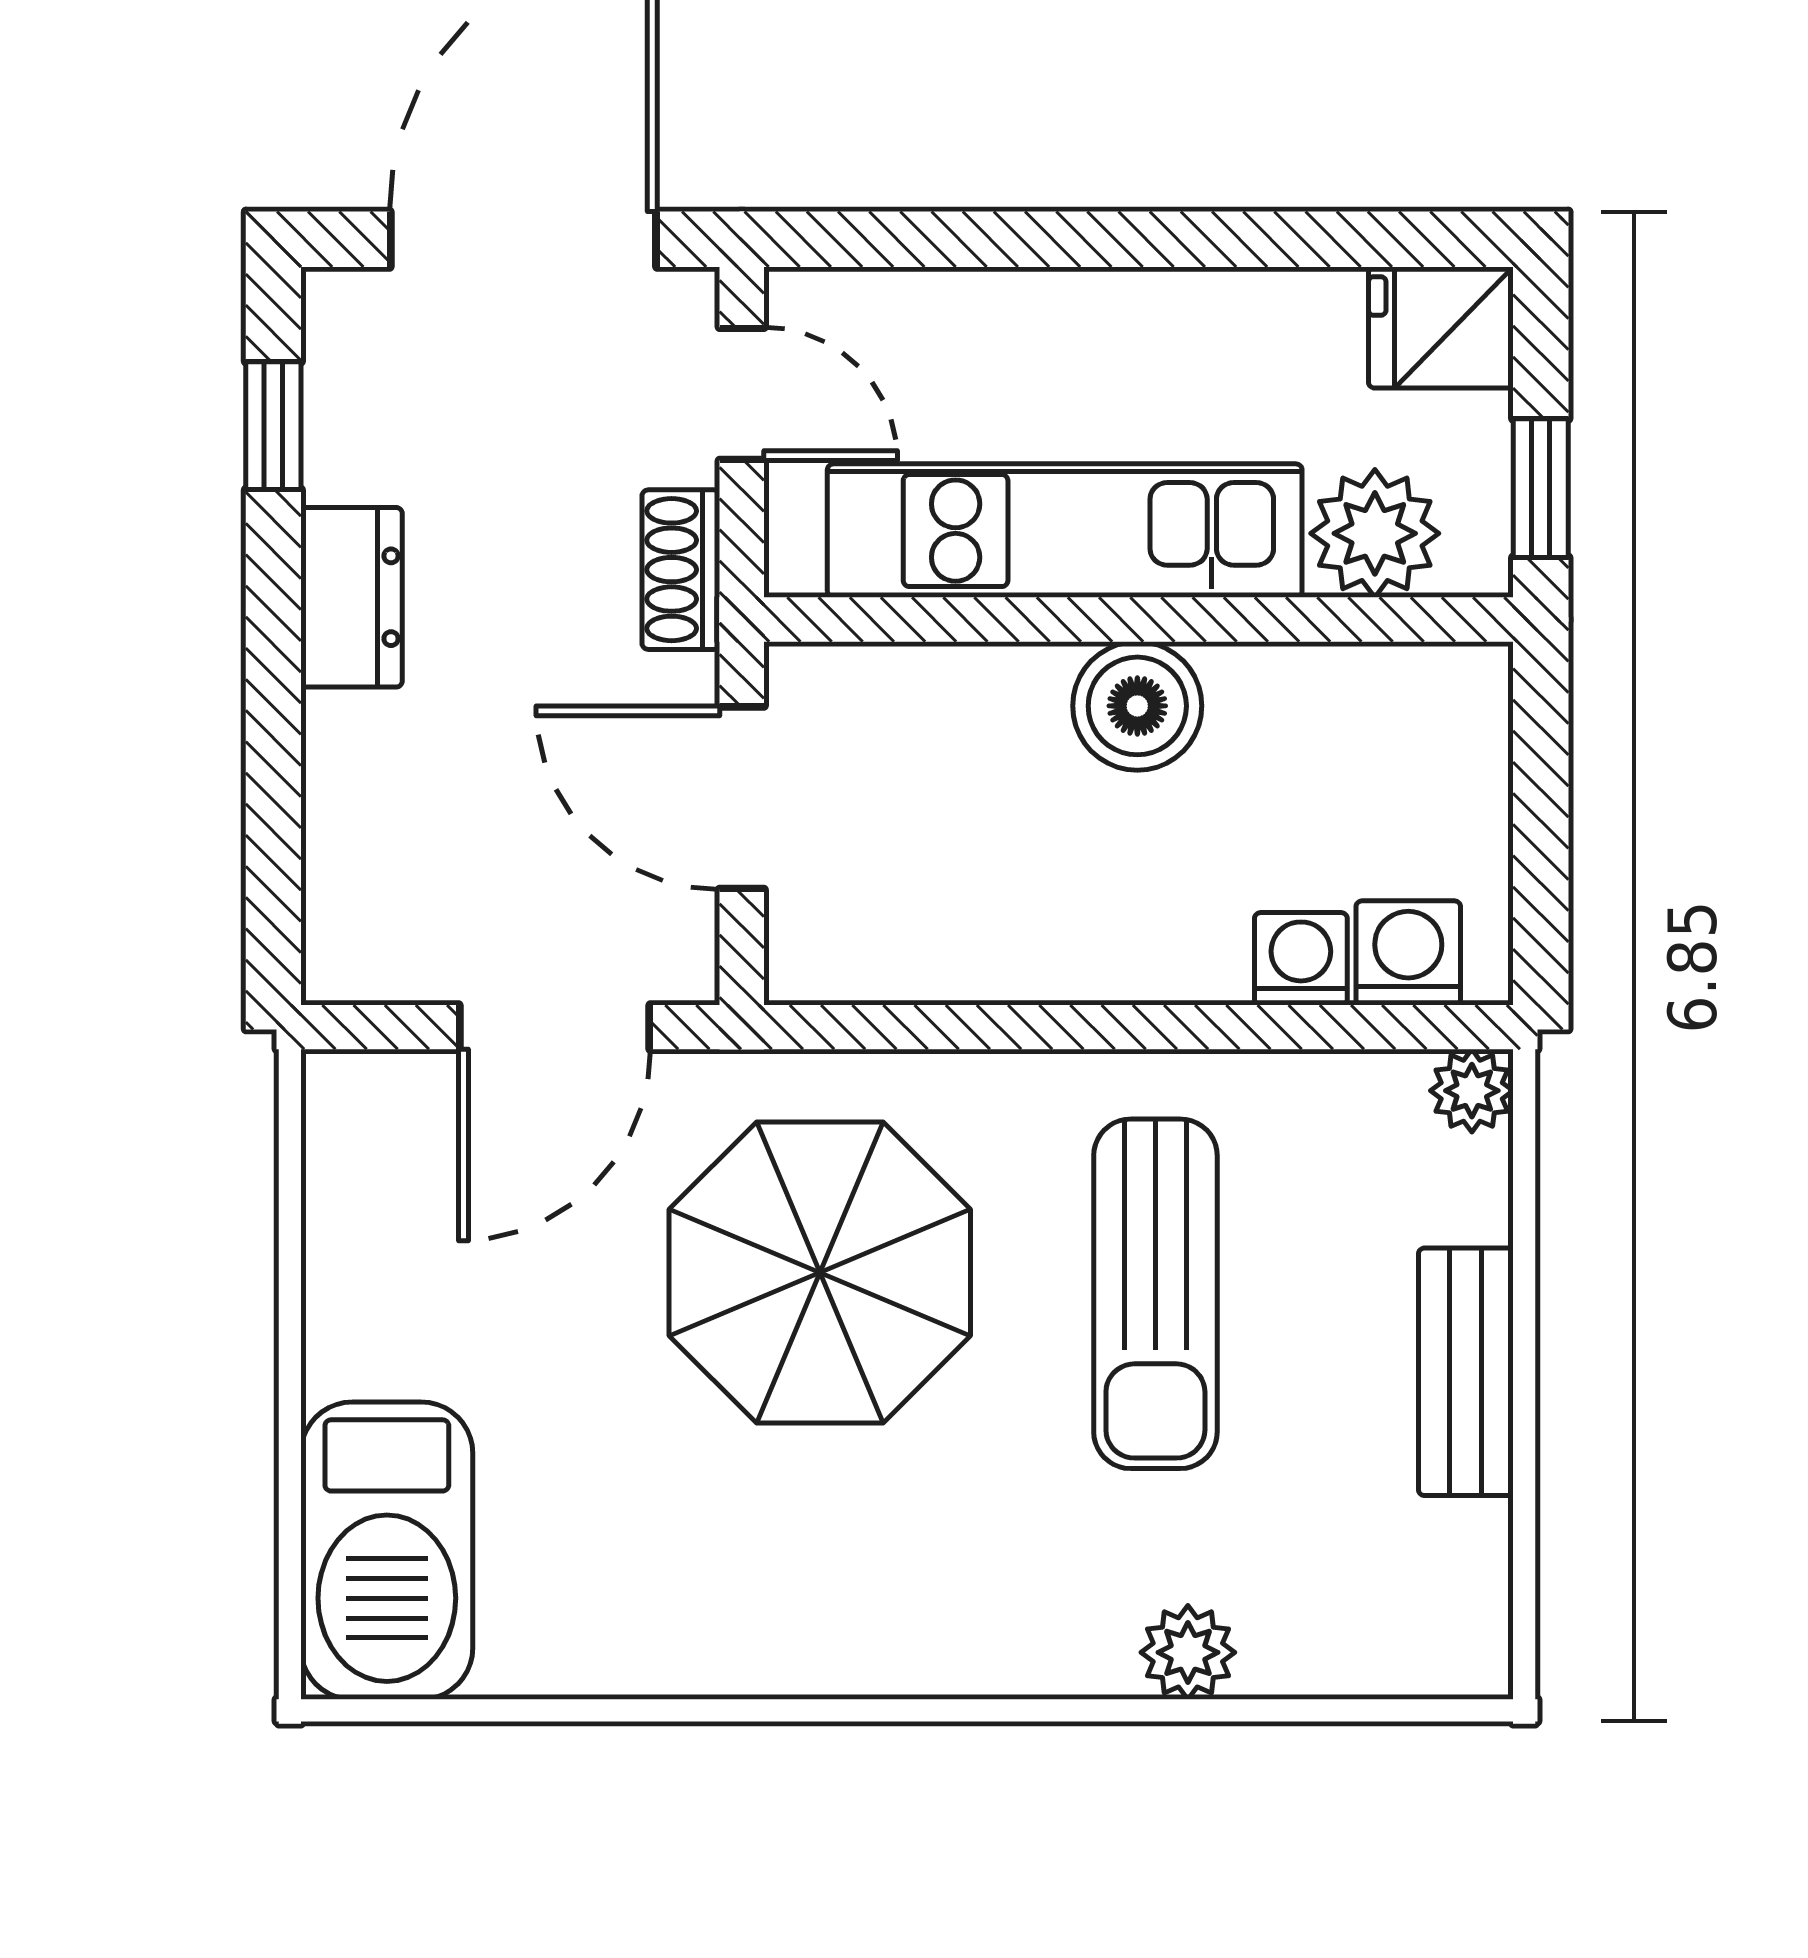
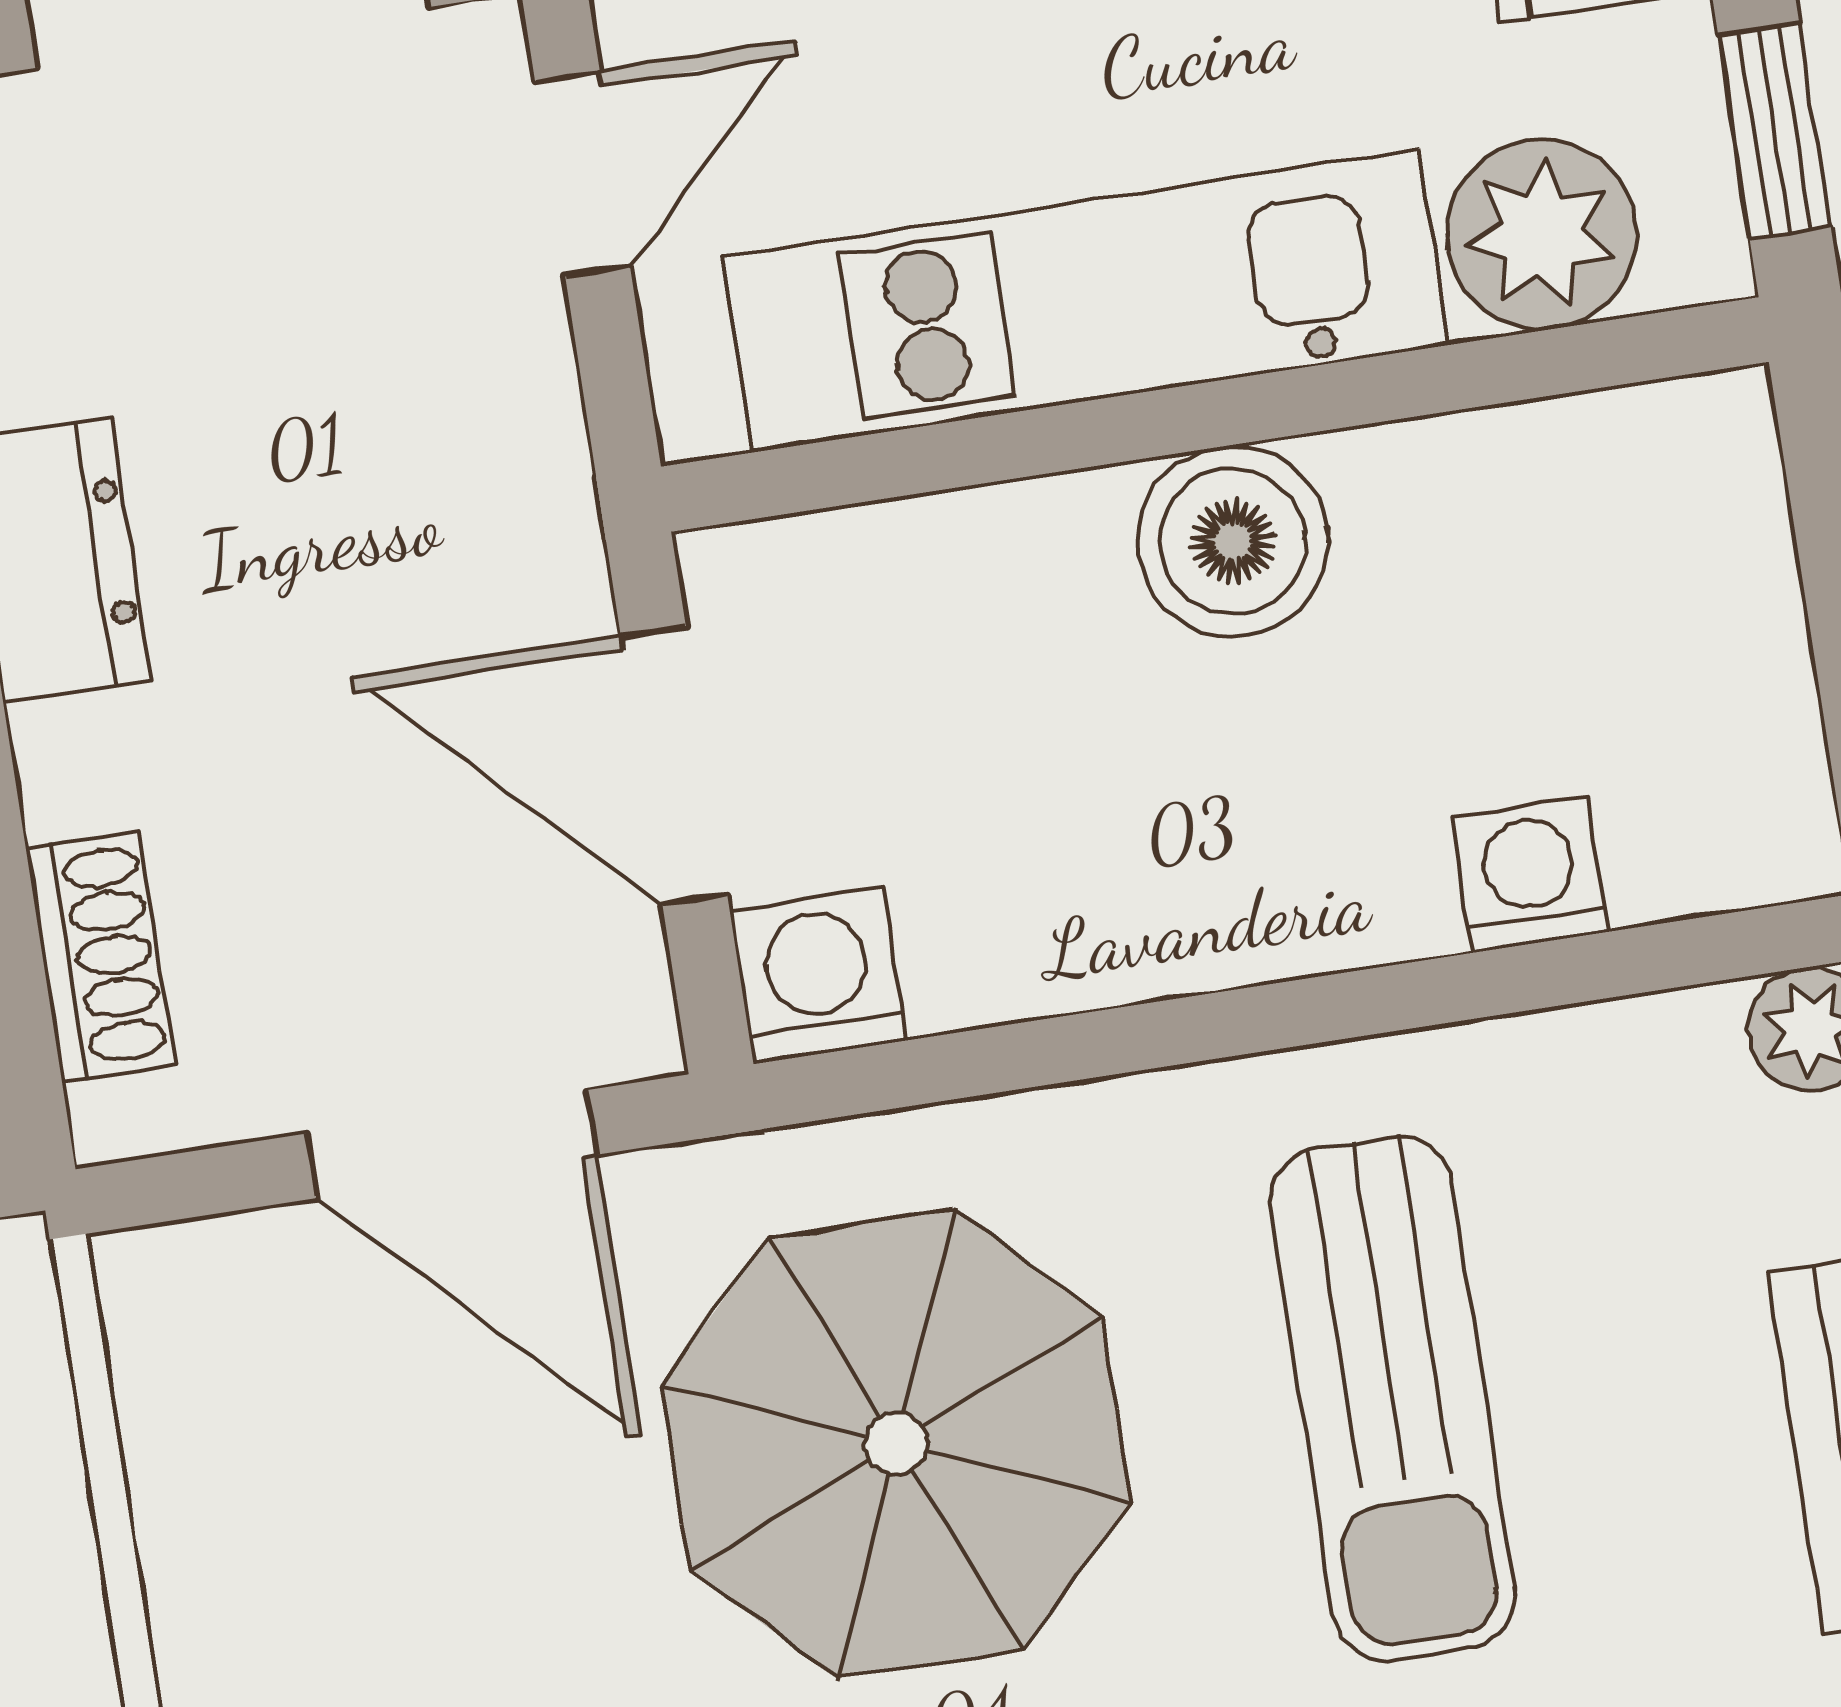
door: (742, 394) -> (582, 174), hinge flipped
shoe rack: (681, 570) -> (101, 956), moved, turned 180
washing machine: (1408, 953) -> (818, 976), moved
door: (554, 1027) -> (452, 1144), hinge flipped

